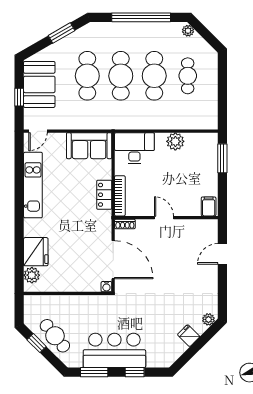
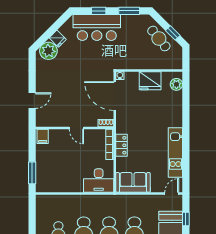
plant: (175, 141) -> (68, 186), removed
fridge: (36, 252) -> (150, 81), moved, turned -90
plant: (208, 319) -> (48, 51), width x1.88, depth x1.88
bar counter: (114, 350) -> (97, 27), moved

